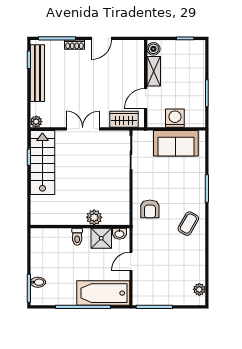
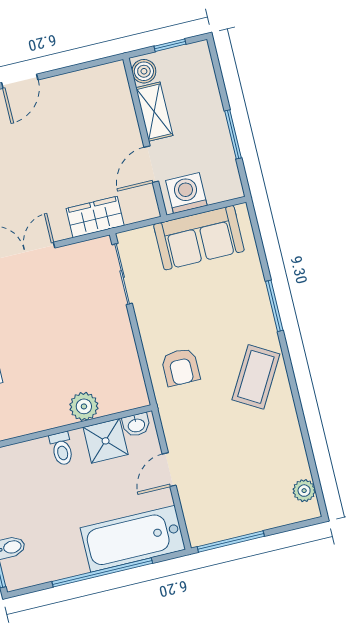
boiler: (153, 49) -> (144, 71), moved
shelving: (154, 71) -> (154, 112), moved
wall: (146, 84) -> (145, 137), moved
door: (146, 99) -> (151, 164), moved
coffee table: (188, 224) -> (256, 377), width x1.36, depth x1.30

